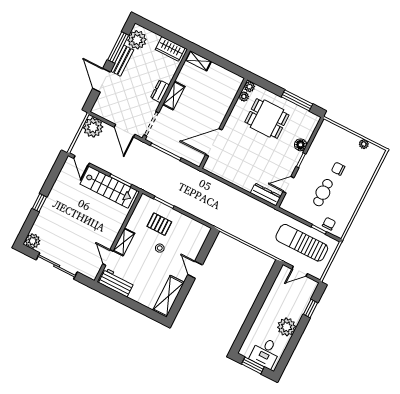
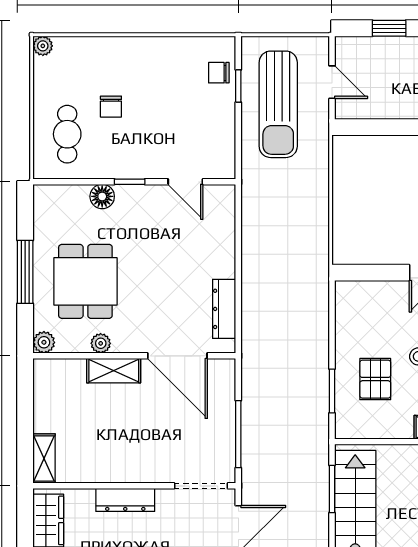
dresser: (160, 91) -> (125, 500), width x1.44
shelving: (174, 96) -> (114, 371), moved
plant: (244, 97) -> (101, 343), moved
window: (297, 100) -> (25, 272), moved
plant: (364, 144) -> (43, 46), moved
cafe table: (323, 193) -> (67, 134), moved, turned 90
dresser: (266, 195) -> (224, 309), moved

